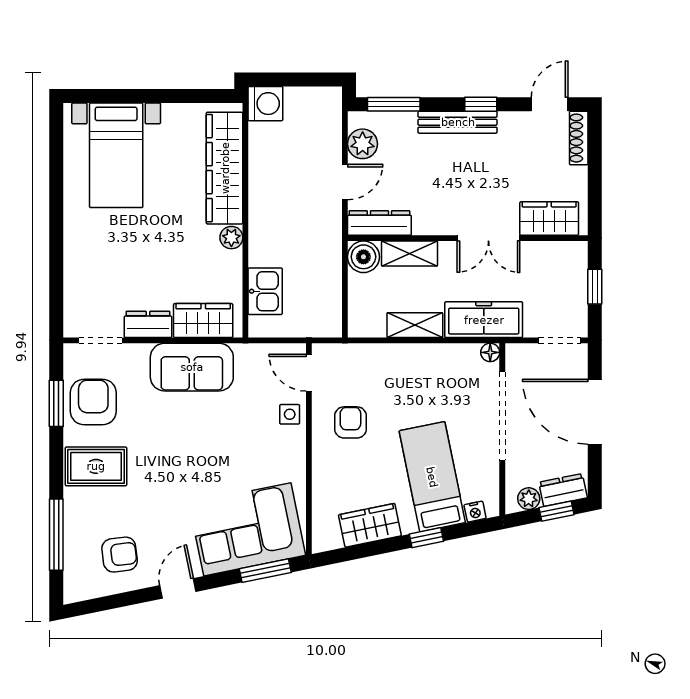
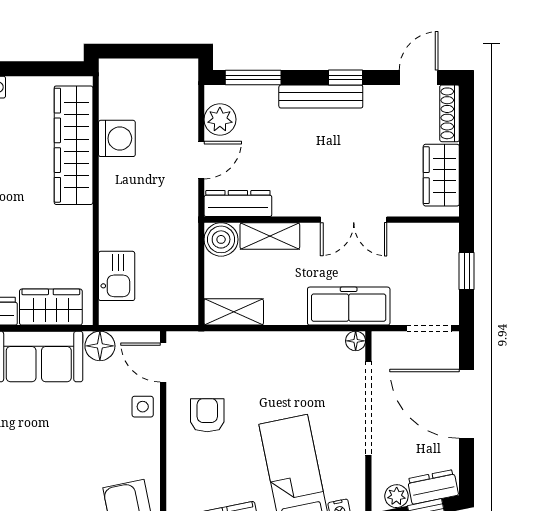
washing machine: (265, 104) -> (117, 138), moved
wardrobe: (549, 219) -> (441, 175), moved, turned -90
plant: (231, 238) -> (81, 219), removed
shelving: (415, 325) -> (234, 312), moved
floor lamp: (249, 357) -> (100, 346), added

